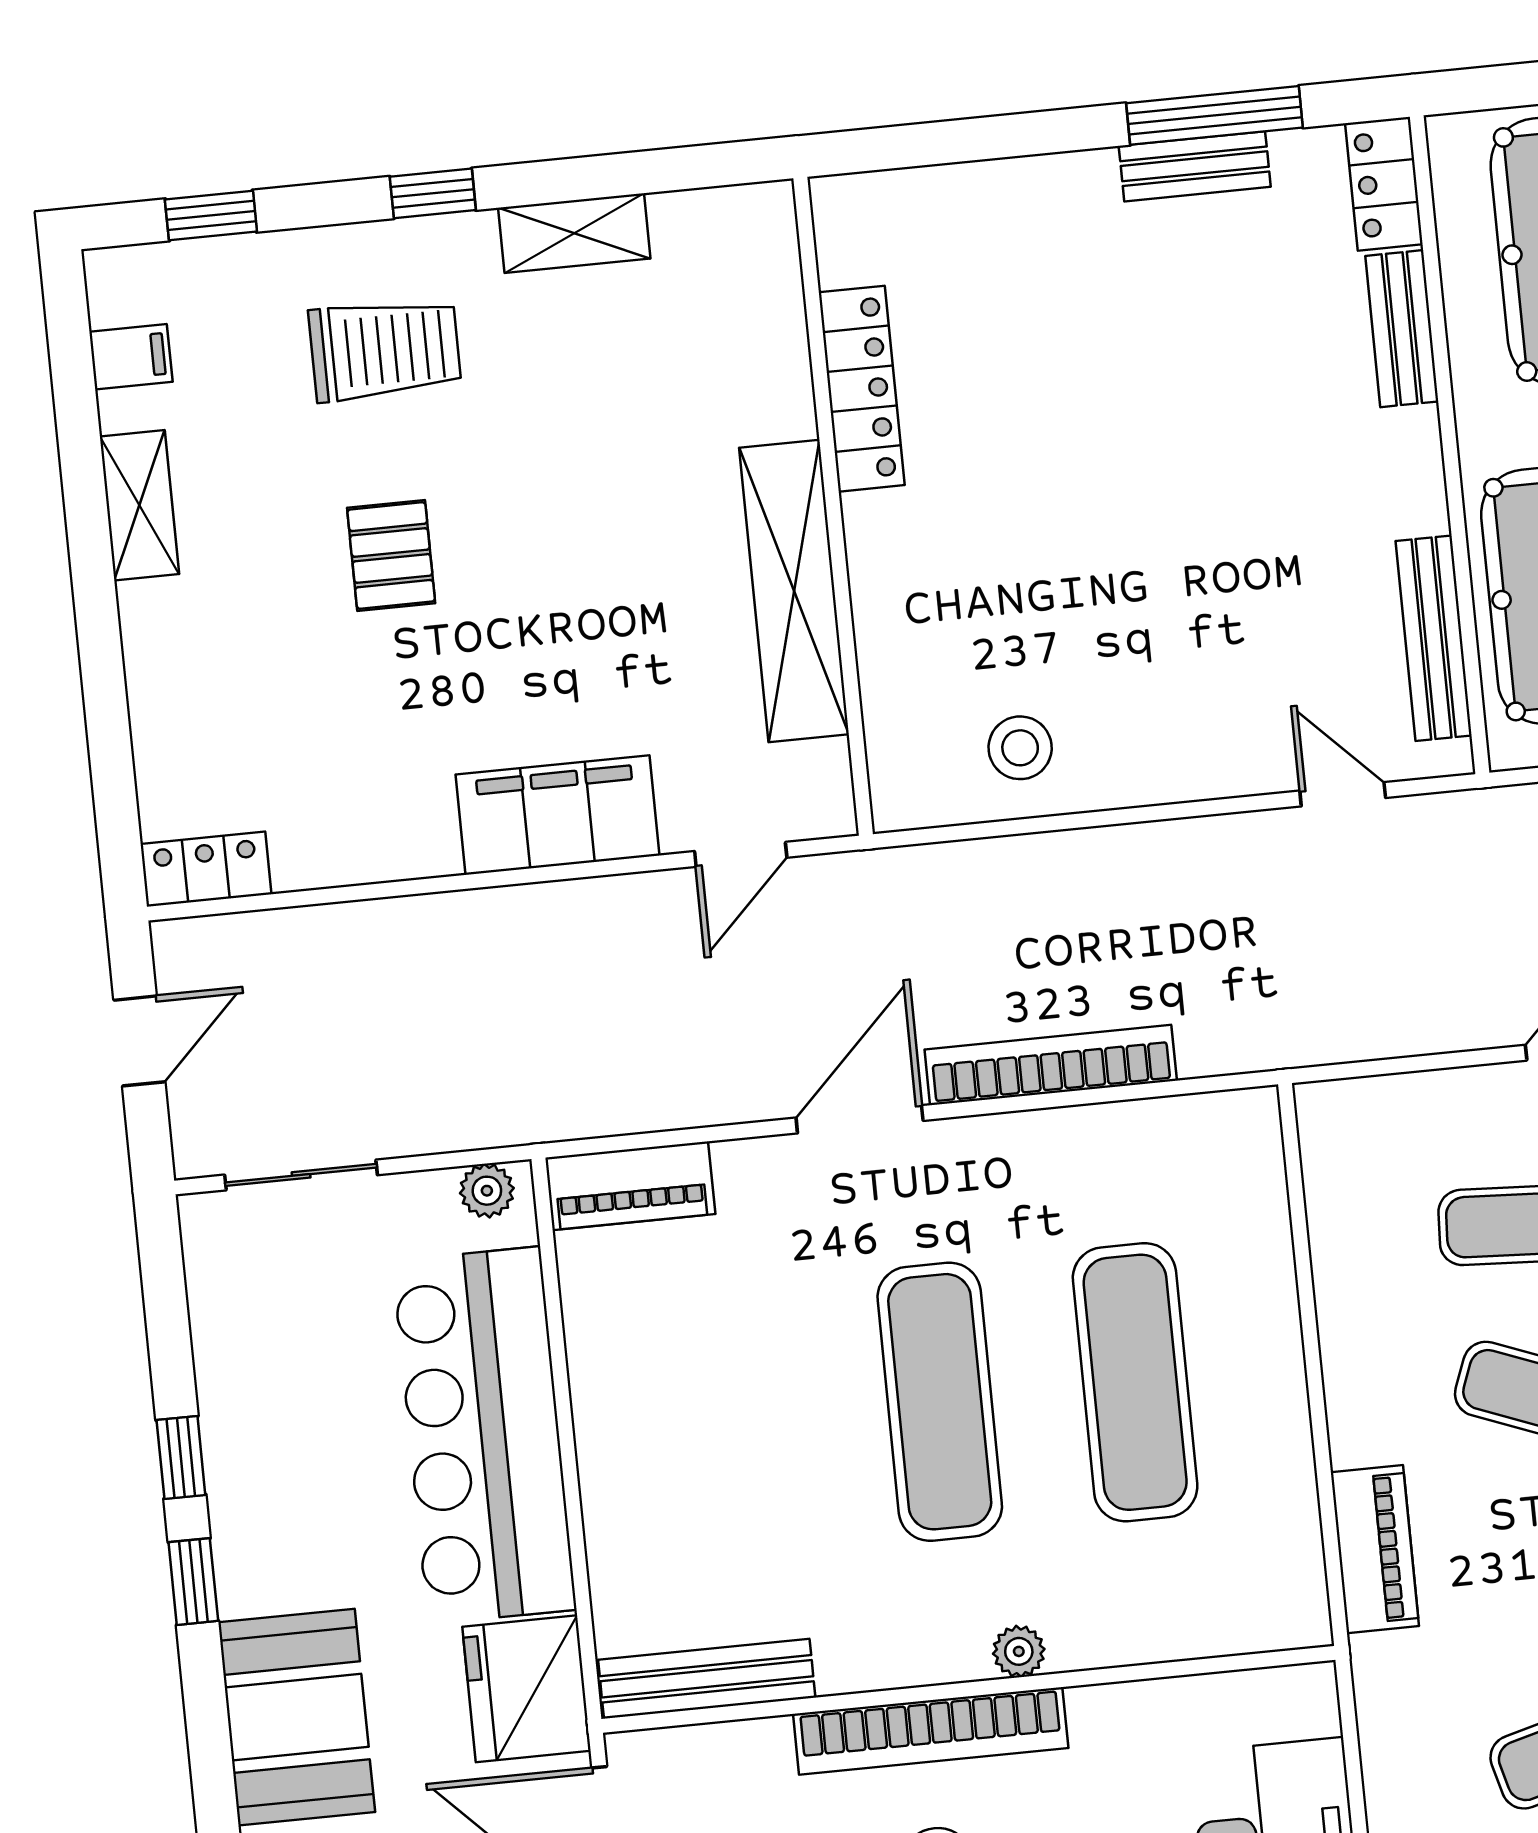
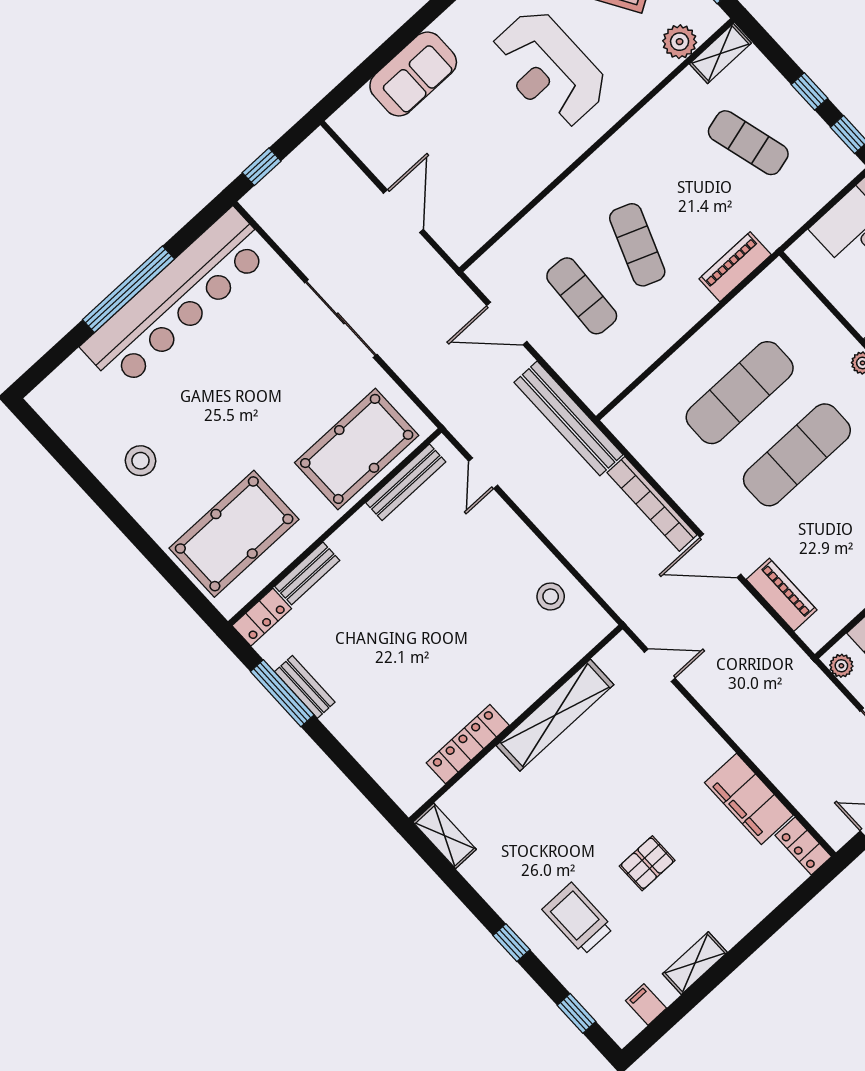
shelving: (574, 233) -> (445, 836), moved
filing cabinet: (558, 815) -> (749, 799), moved
bench: (1325, 1029) -> (569, 418), added
piano: (630, 1186) -> (782, 595), moved

